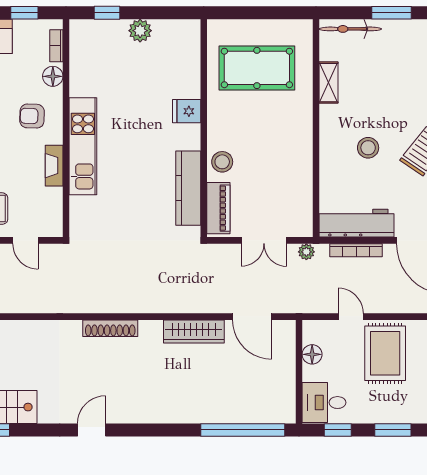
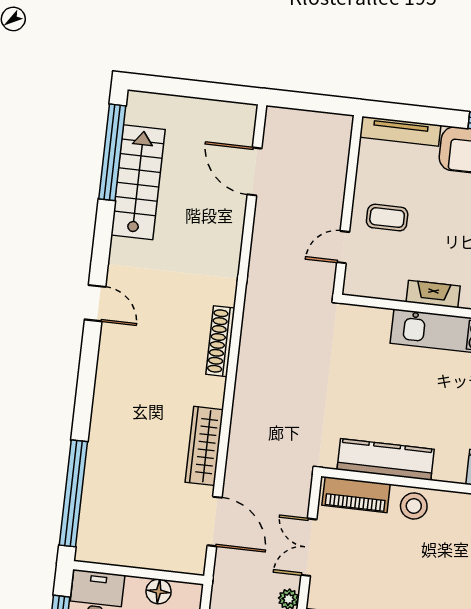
door: (252, 317) -> (215, 521), swing flipped

